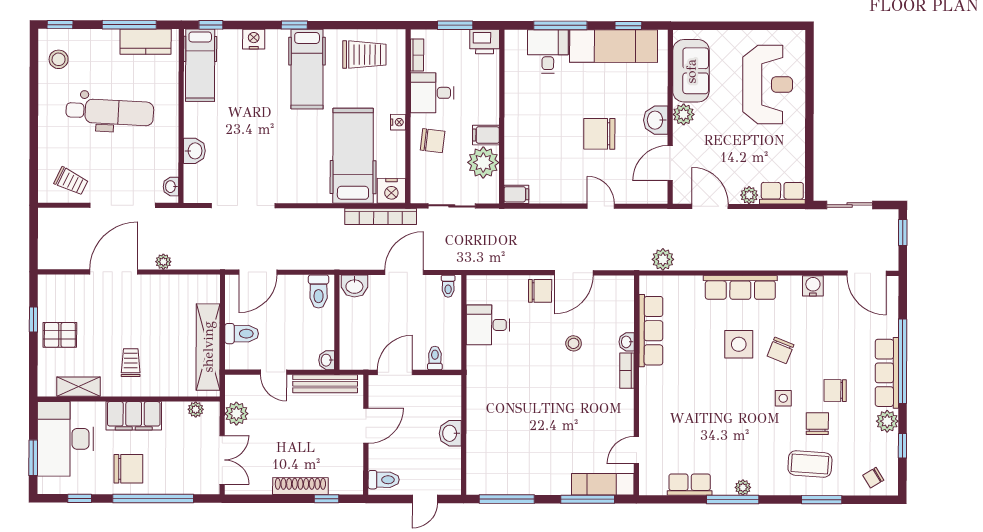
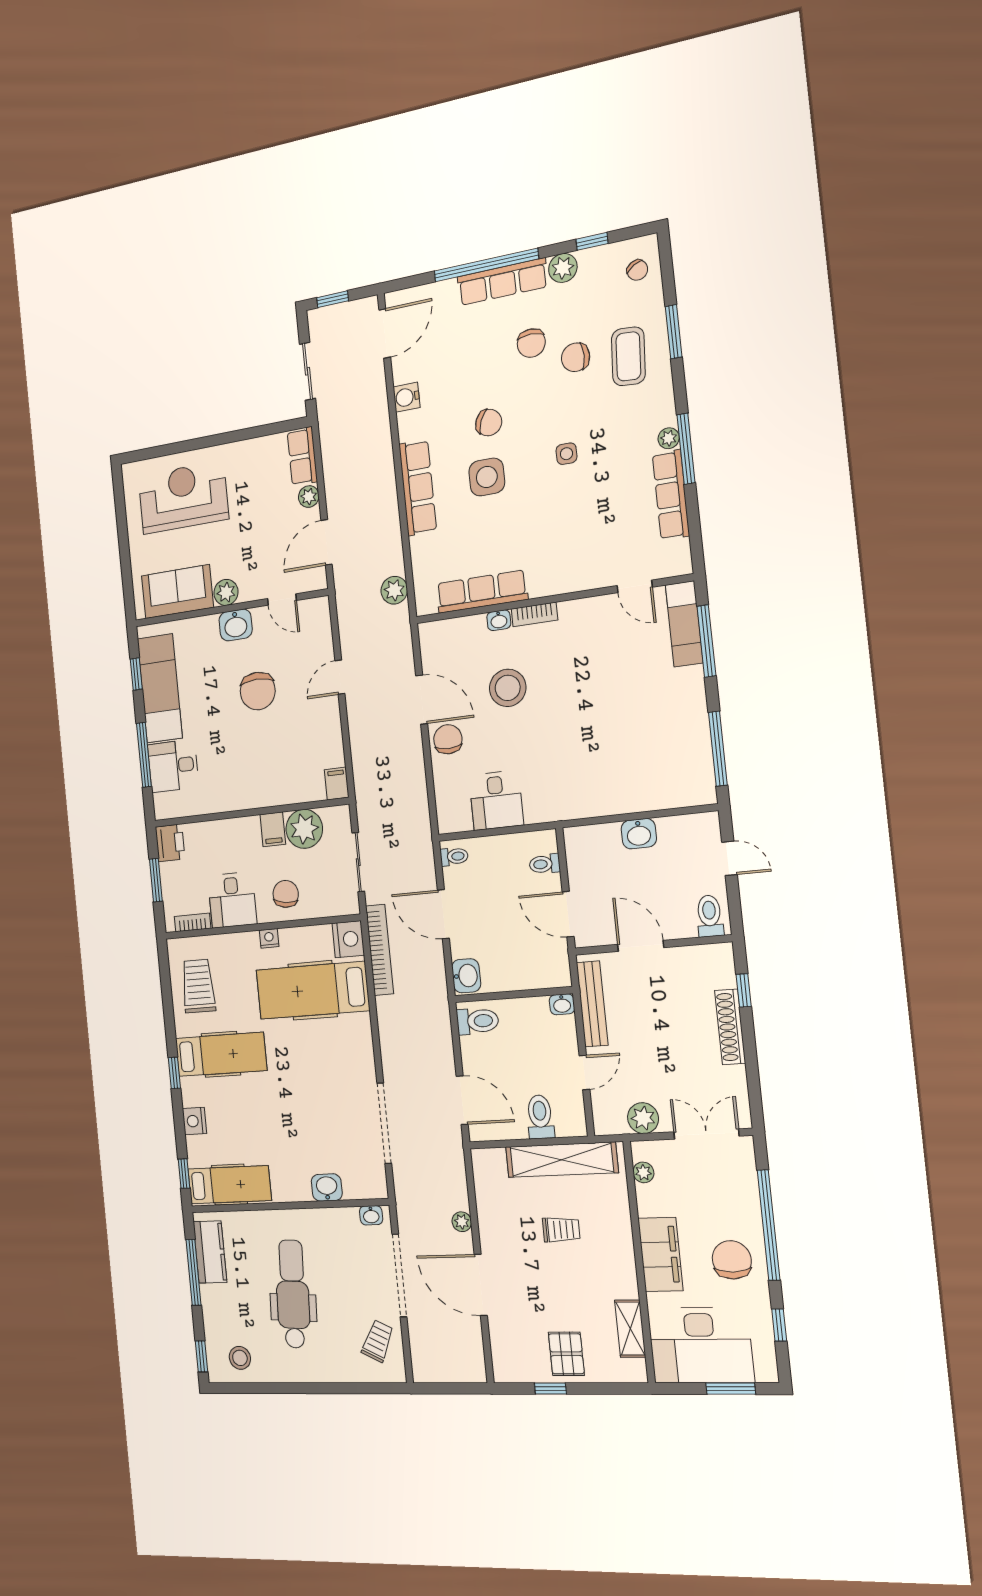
door: (670, 163) -> (282, 600), width x0.73
stool: (574, 343) -> (508, 688), width x1.89, depth x1.89
trolley: (131, 363) -> (561, 1230), moved, turned 180
side table: (783, 398) -> (566, 454), moved
row of seats: (690, 485) -> (671, 495), width x1.48

